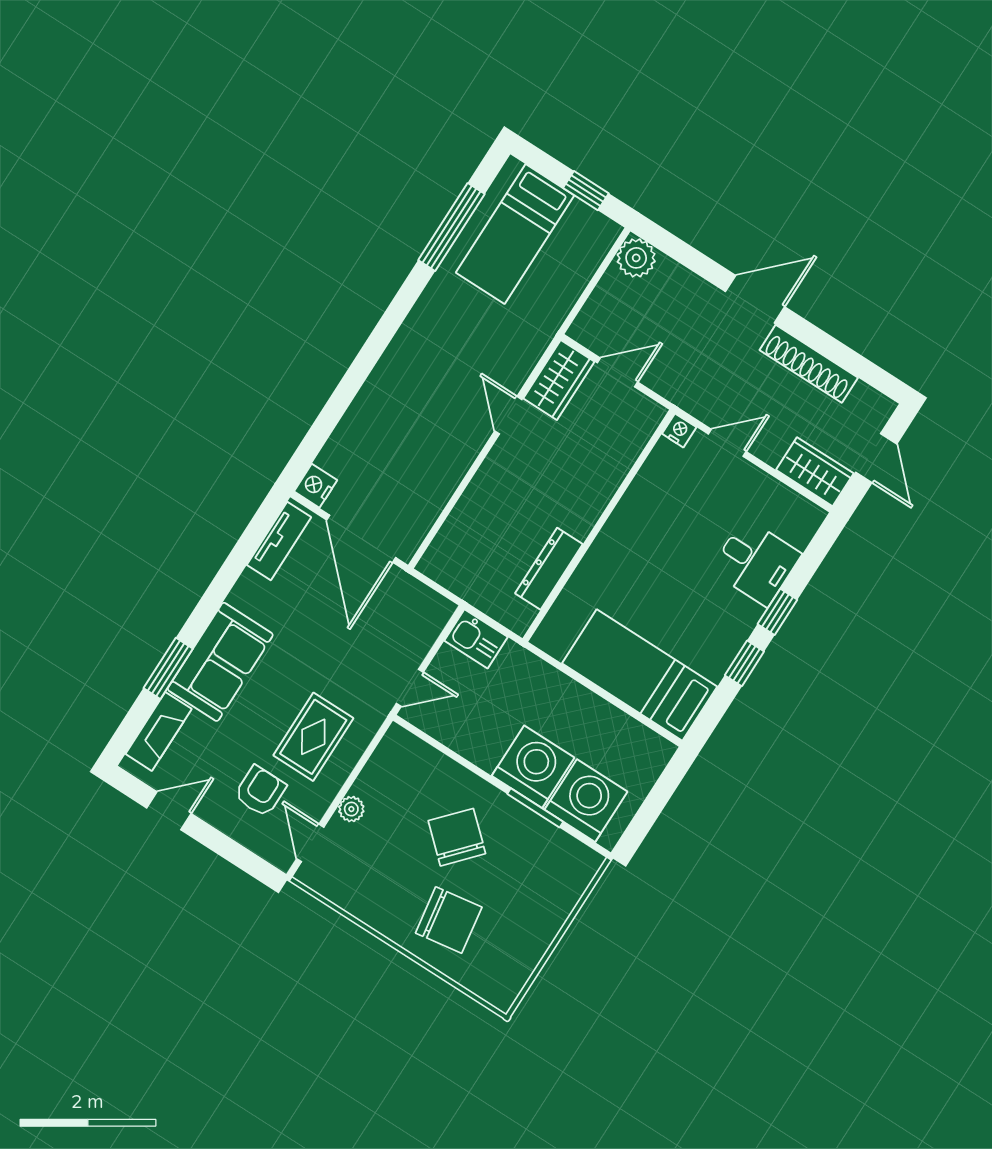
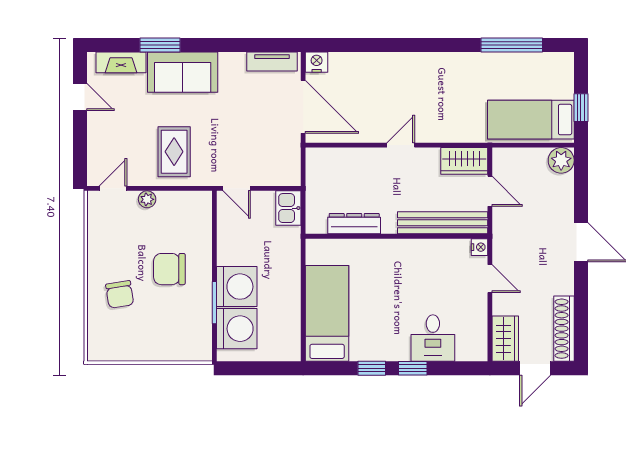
bed: (515, 234) -> (531, 120), moved
shoe rack: (809, 364) -> (564, 329), moved
door: (508, 415) -> (401, 145), moved
bench: (619, 457) -> (443, 223), added
door: (361, 539) -> (303, 107), swing flipped
rug: (313, 737) -> (174, 152), turned 90
armchair: (260, 791) -> (124, 141), removed
chair: (457, 837) -> (169, 269), turned -132
chair: (449, 920) -> (120, 294), width x0.73, depth x0.73

